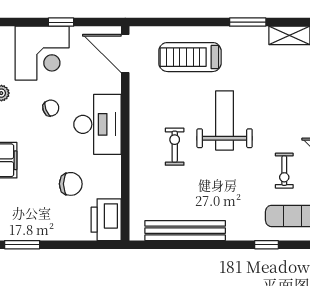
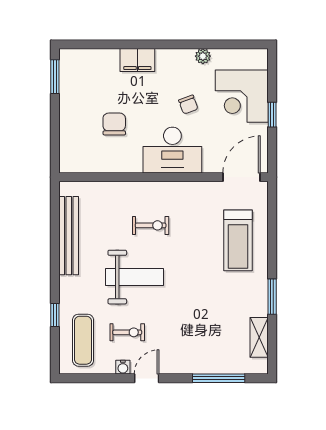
treadmill: (190, 57) -> (238, 240), turned 180
weight bench: (225, 120) -> (135, 277), moved
exercise bike: (284, 171) -> (127, 332), turned 180
chair: (71, 184) -> (114, 124), turned 180
printer: (106, 220) -> (79, 159), removed

